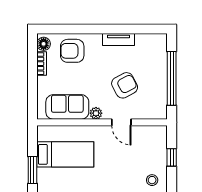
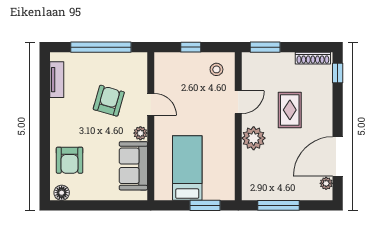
tv unit: (119, 39) -> (57, 80), moved
bookcase: (42, 64) -> (84, 195), removed
armchair: (125, 85) -> (109, 101), turned 44
door: (121, 122) -> (151, 104), hinge flipped

